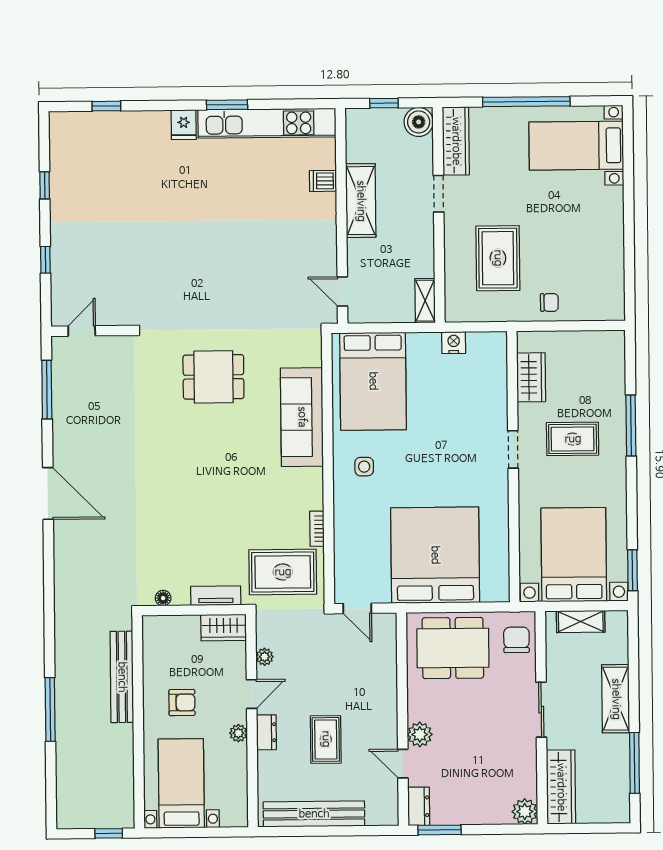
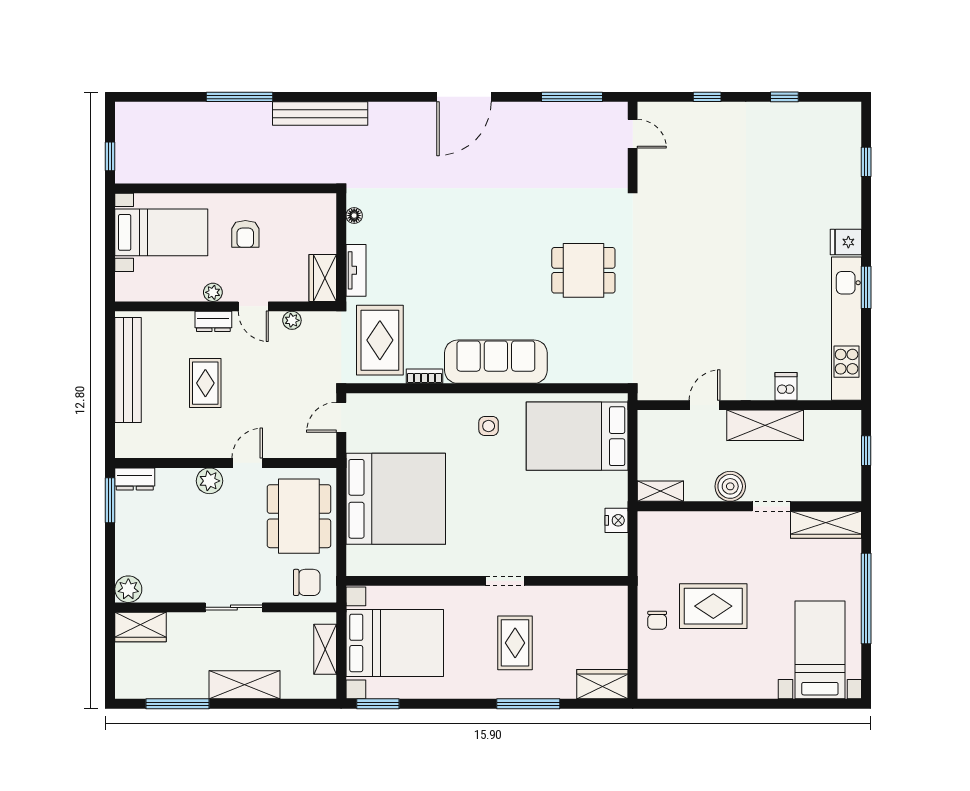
boiler: (419, 122) -> (730, 486), moved
rug: (498, 258) -> (713, 606), moved
door: (342, 292) -> (705, 405), moved
dining table: (213, 377) -> (583, 270), turned 90
wardrobe: (531, 377) -> (602, 684), moved, turned 180
sofa: (302, 417) -> (496, 362), moved
bench: (122, 677) -> (320, 114), moved
rug: (326, 739) -> (205, 383), turned 90
door: (403, 764) -> (247, 463), moved
wardrobe: (561, 787) -> (141, 627), width x0.67

